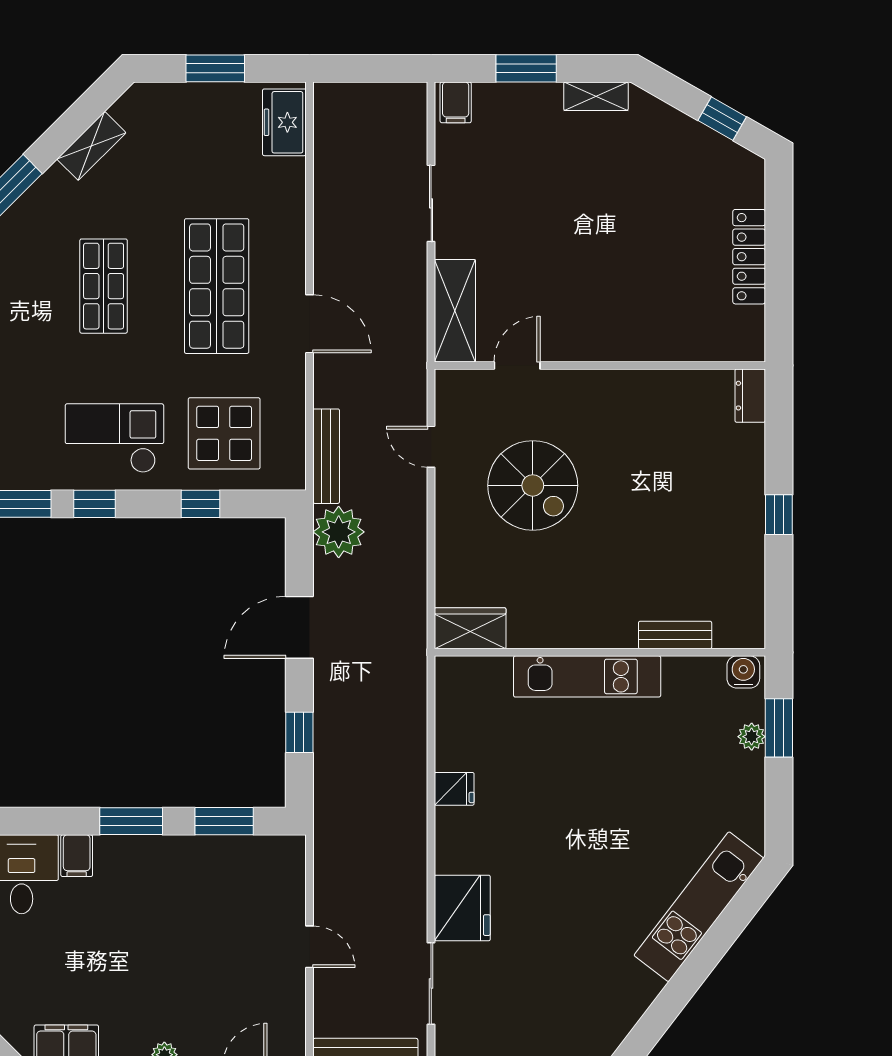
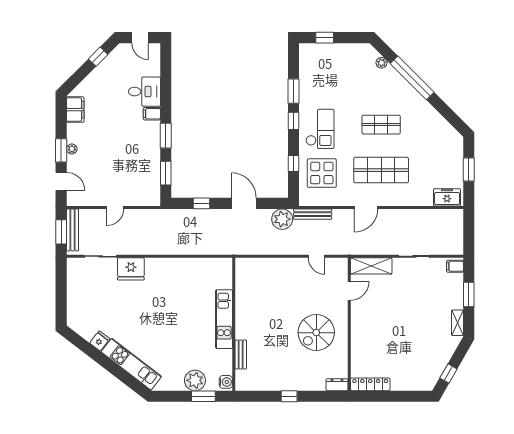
shelving: (91, 146) -> (438, 120), removed
locker: (749, 257) -> (370, 384), moved
door: (517, 365) -> (349, 291), hinge flipped
door: (431, 447) -> (316, 256), swing flipped
spiral stairs: (533, 485) -> (316, 333), moved
wardrobe: (470, 628) -> (243, 272), removed
plant: (752, 737) -> (195, 380), width x1.87, depth x1.87
fridge: (454, 789) -> (100, 341), moved, turned -143

